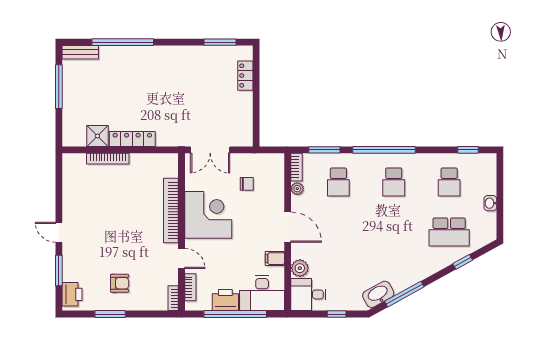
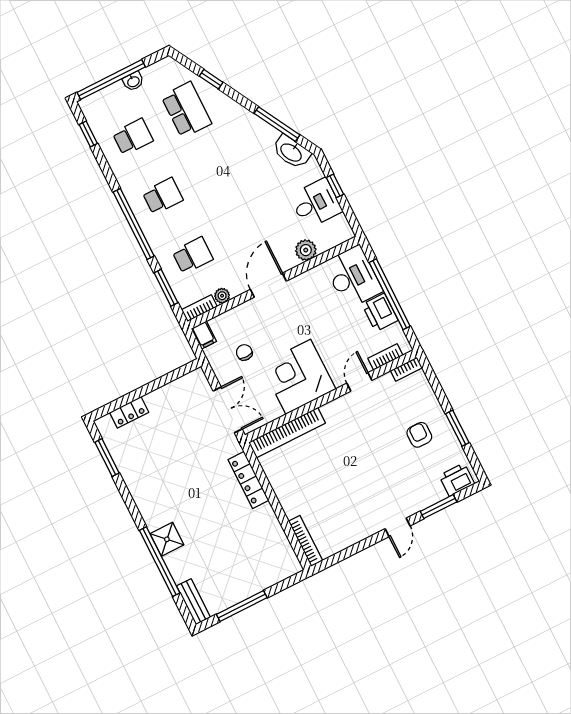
shower: (97, 136) -> (167, 539), moved
locker: (132, 139) -> (248, 480), moved
bookcase: (108, 159) -> (306, 541), moved
window: (500, 187) -> (111, 80), added
bookcase: (171, 210) -> (287, 433), moved
filing cabinet: (275, 259) -> (204, 335), moved
desk: (308, 294) -> (316, 203), moved, turned -90

